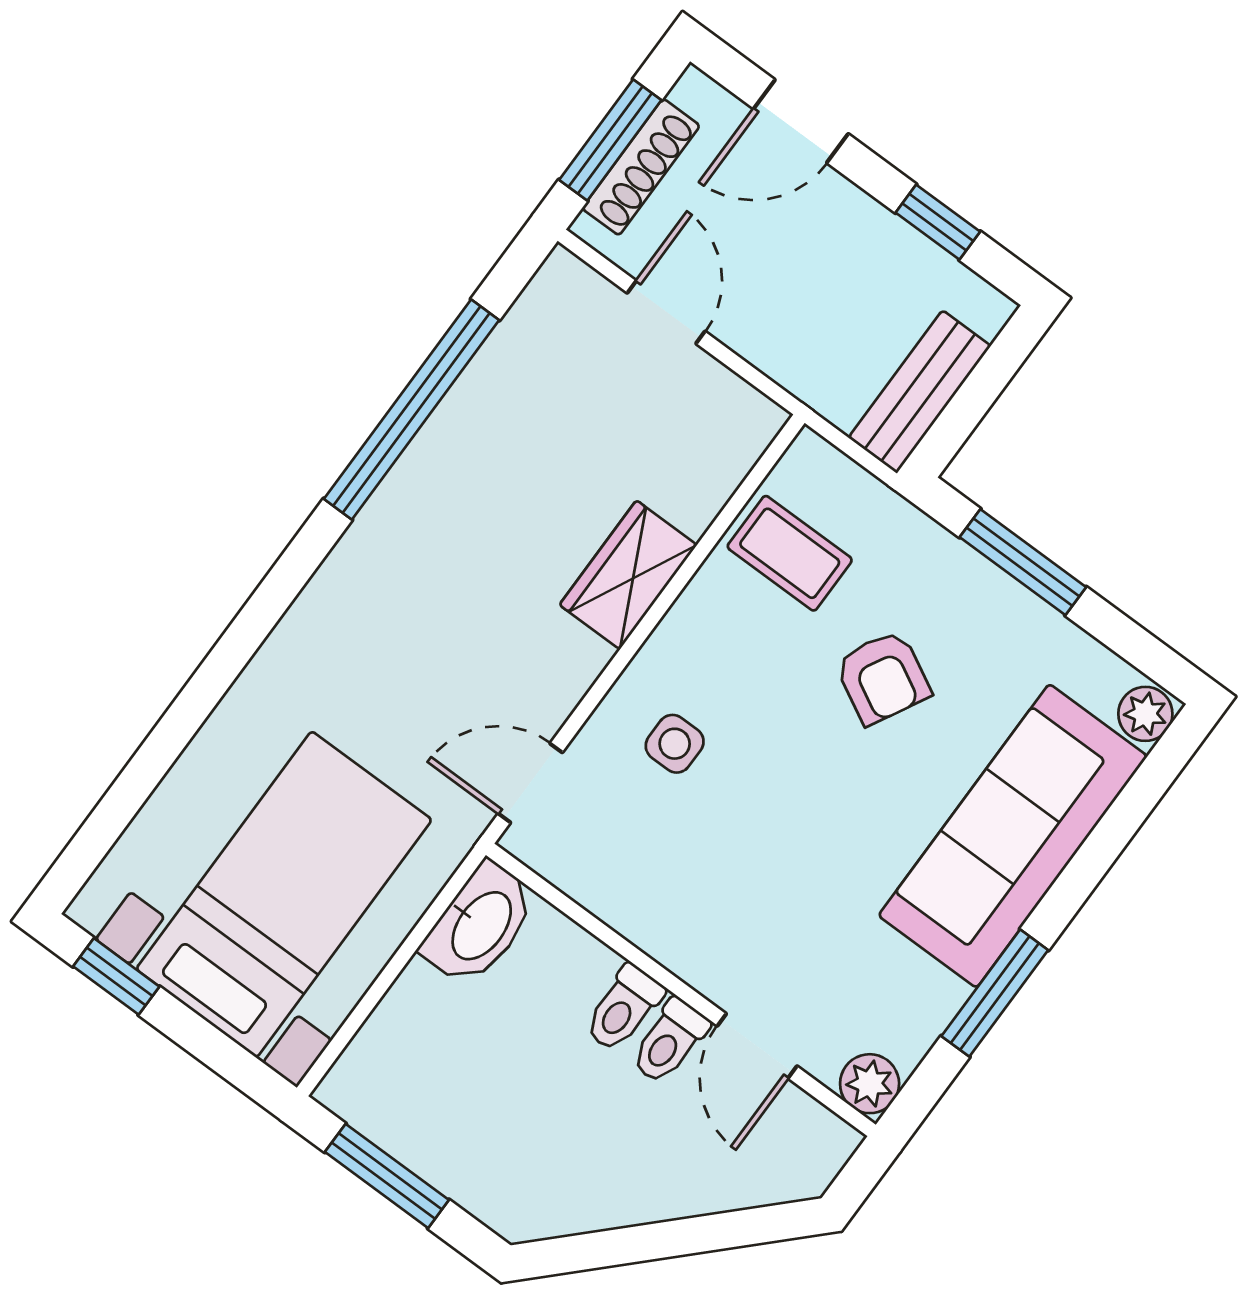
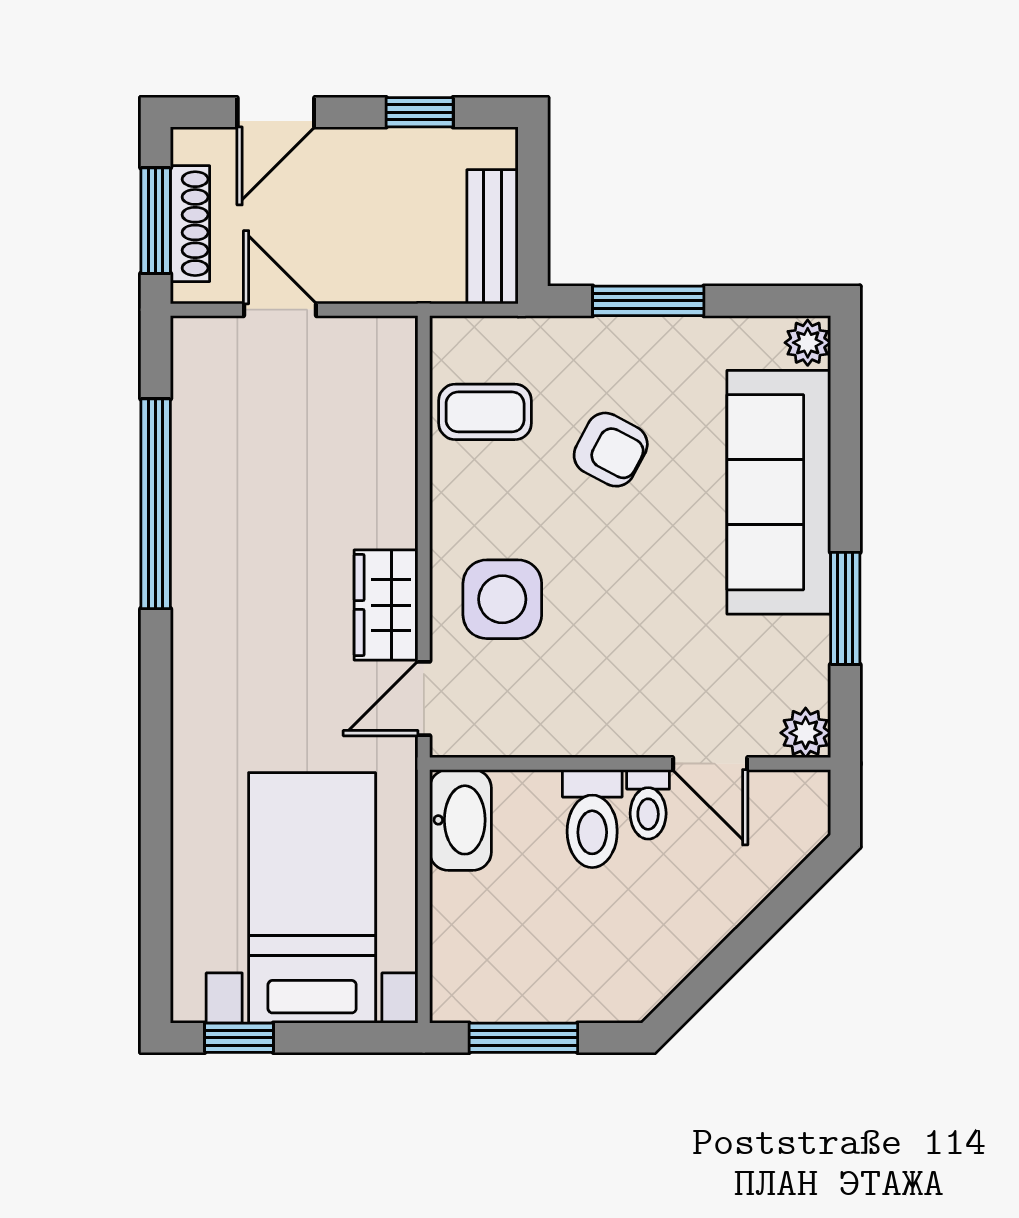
wardrobe: (628, 575) -> (386, 605), moved
side table: (675, 744) -> (502, 599), width x1.87, depth x1.87
toilet: (624, 1008) -> (592, 819), width x1.37, depth x1.39

